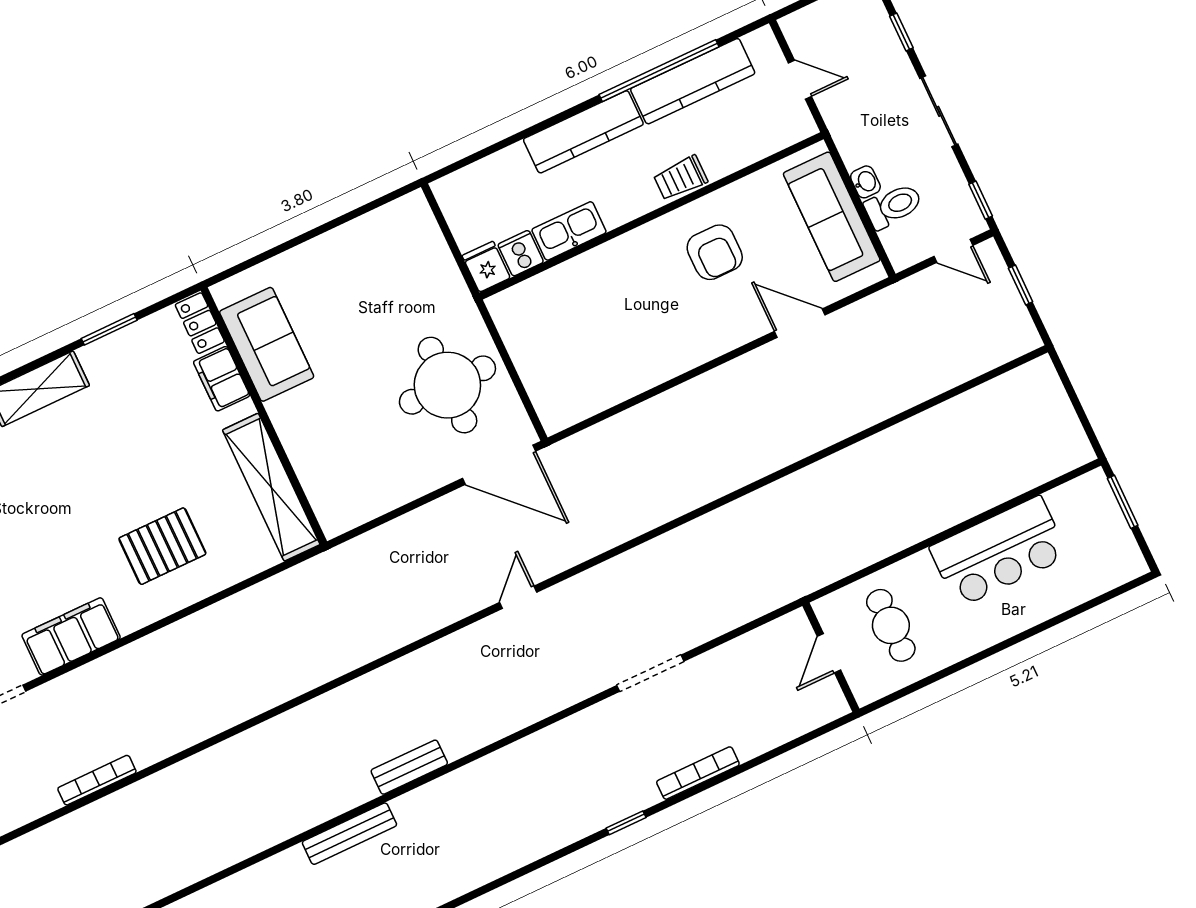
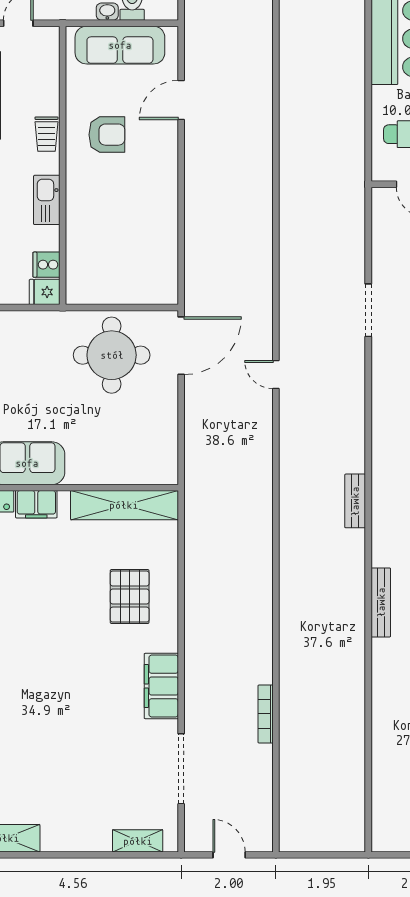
kitchen sink: (569, 231) -> (47, 200), moved
bench: (349, 834) -> (381, 602), moved

